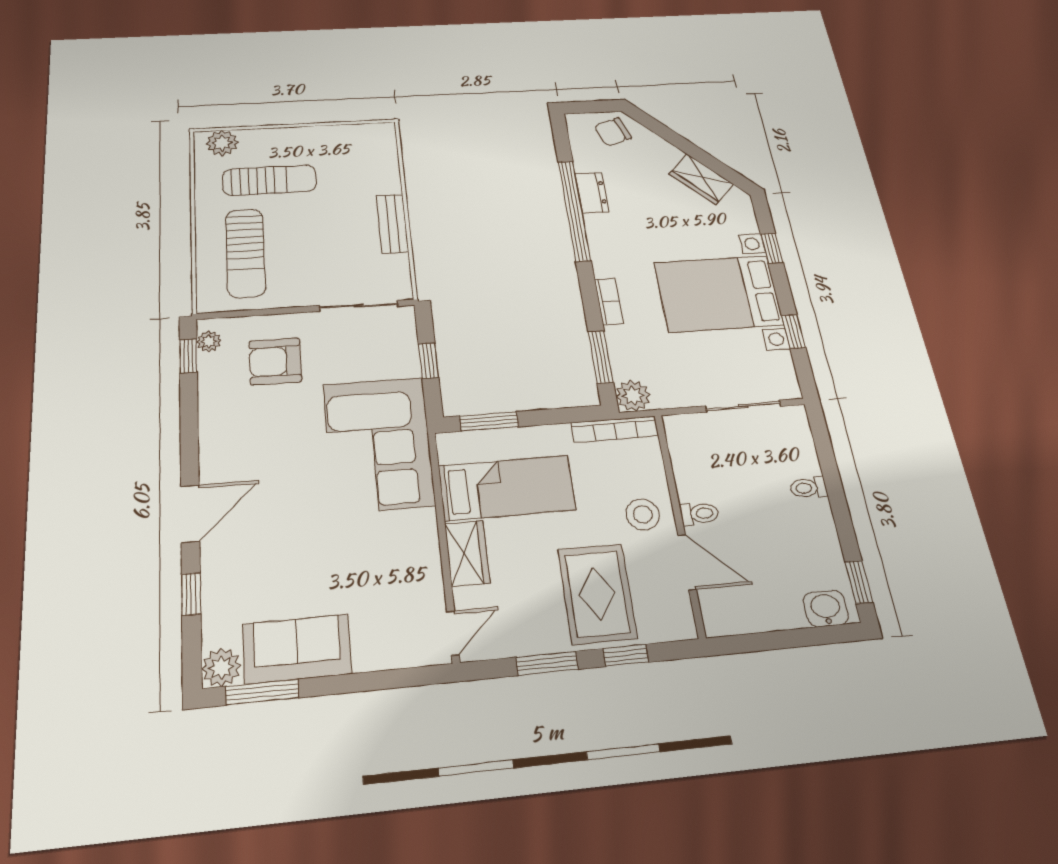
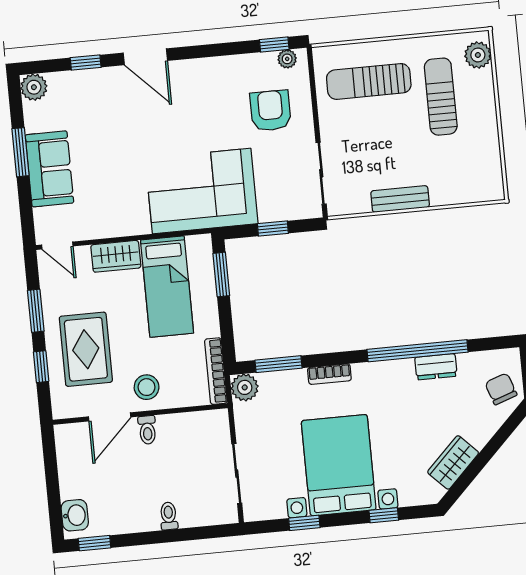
sun lounger: (269, 180) -> (441, 97), turned 180
rug: (597, 594) -> (86, 349), turned 90
sofa: (297, 649) -> (49, 169), moved
window: (262, 692) -> (20, 152), moved

